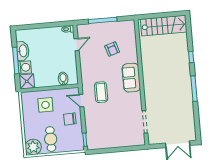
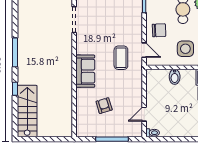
stairs: (164, 26) -> (27, 111), moved, turned 90
bidet: (63, 79) -> (175, 77), moved

